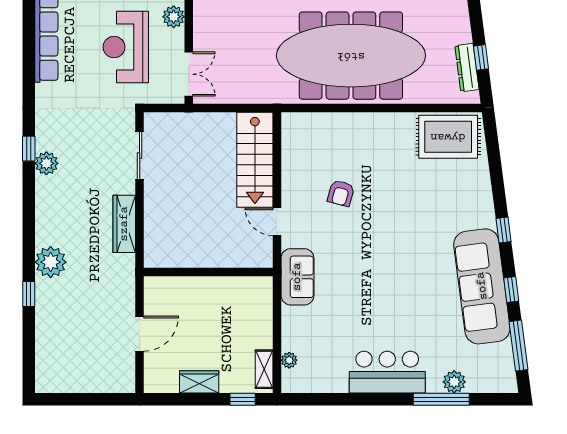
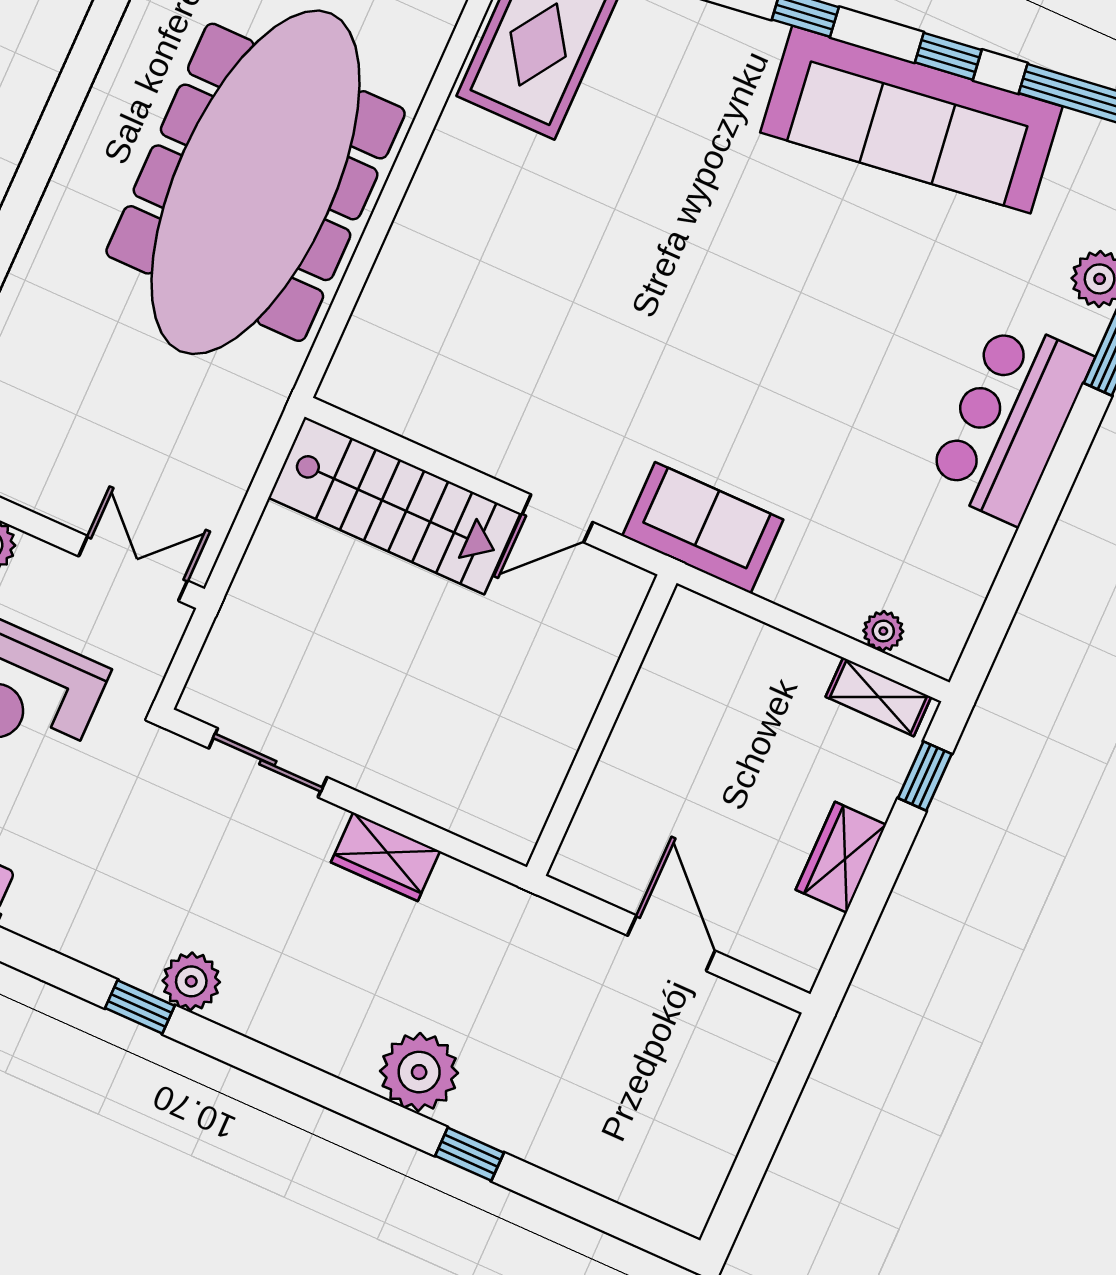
armchair: (341, 193) -> (557, 345), removed
wardrobe: (124, 224) -> (386, 857), width x0.67

